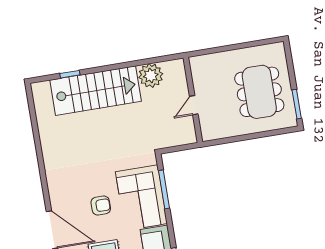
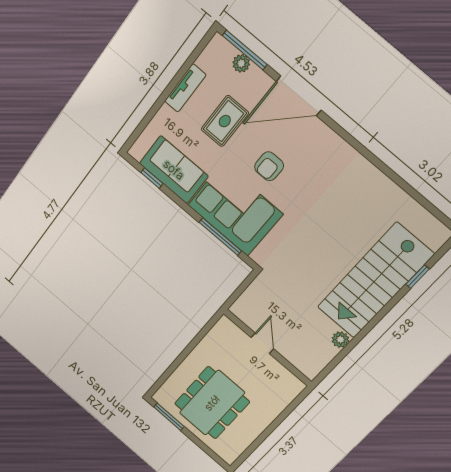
plant: (151, 76) -> (340, 340), width x0.53, depth x0.53
dining table: (259, 92) -> (212, 403), turned 90

